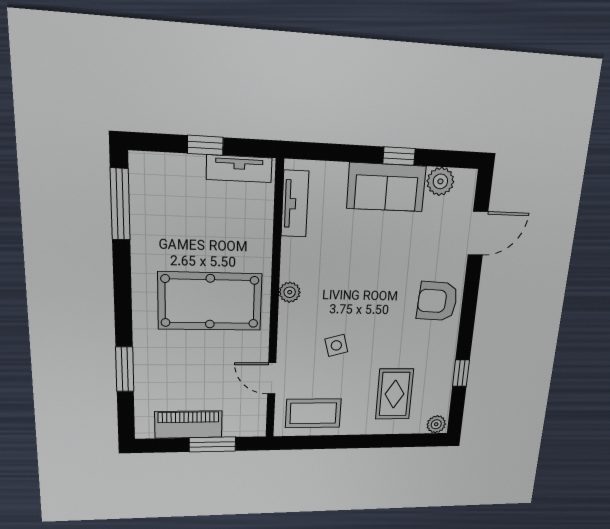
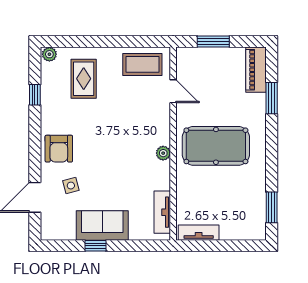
window: (205, 145) -> (220, 246), removed
plant: (440, 181) -> (66, 231), removed
window: (120, 204) -> (272, 207), width x0.69
armchair: (437, 301) -> (59, 149), turned 87
side table: (336, 345) -> (71, 186), moved
piano: (188, 425) -> (256, 70), moved, turned 90

